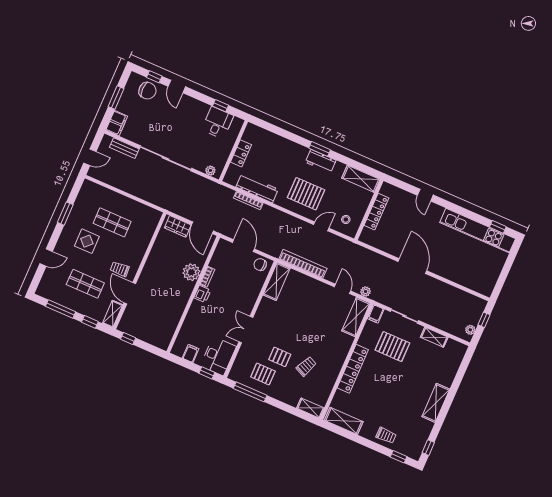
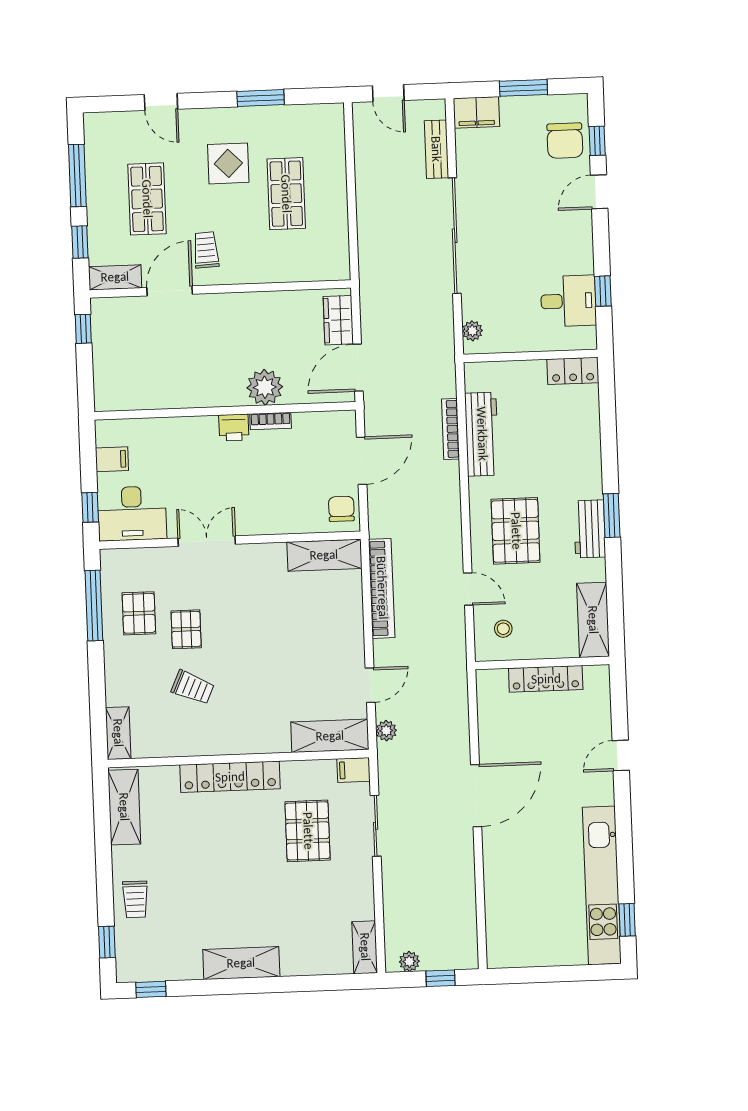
locker: (241, 153) -> (573, 371), moved
shelving: (434, 337) -> (365, 947), moved

